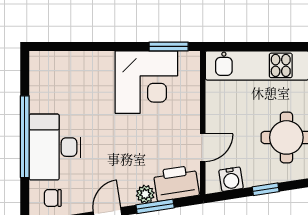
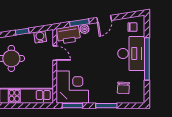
window: (103, 46) -> (106, 106), added
chair: (70, 81) -> (123, 88), added
corner desk: (146, 82) -> (72, 87), moved, turned 90
door: (203, 148) -> (55, 53), swing flipped

